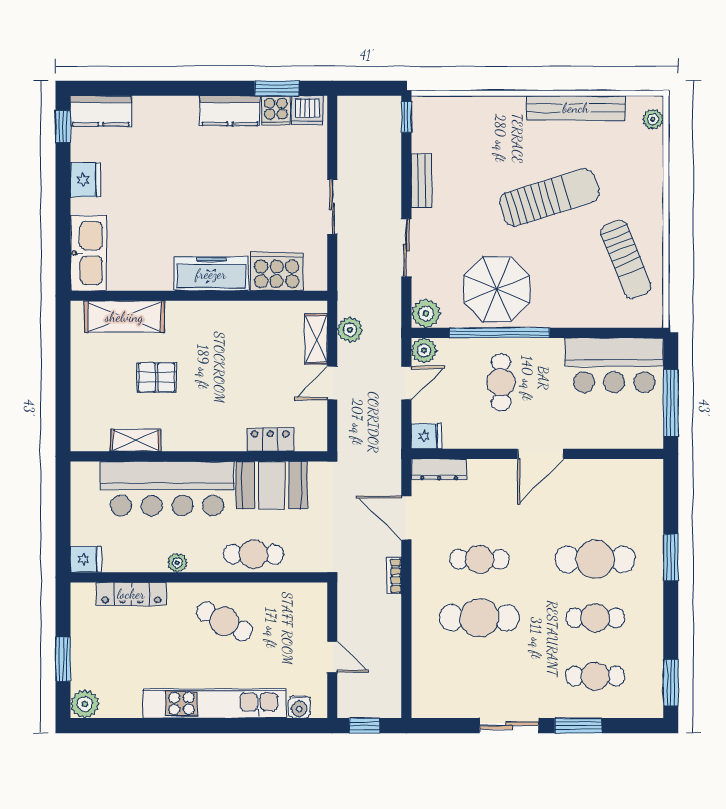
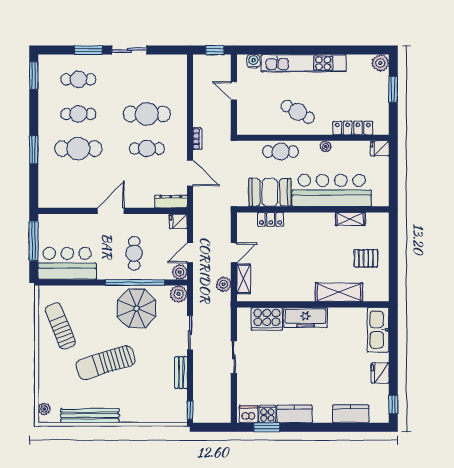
kitchen counter: (101, 111) -> (351, 414), moved
shelving: (124, 317) -> (339, 292), moved
pallet: (157, 377) -> (366, 258), moved

